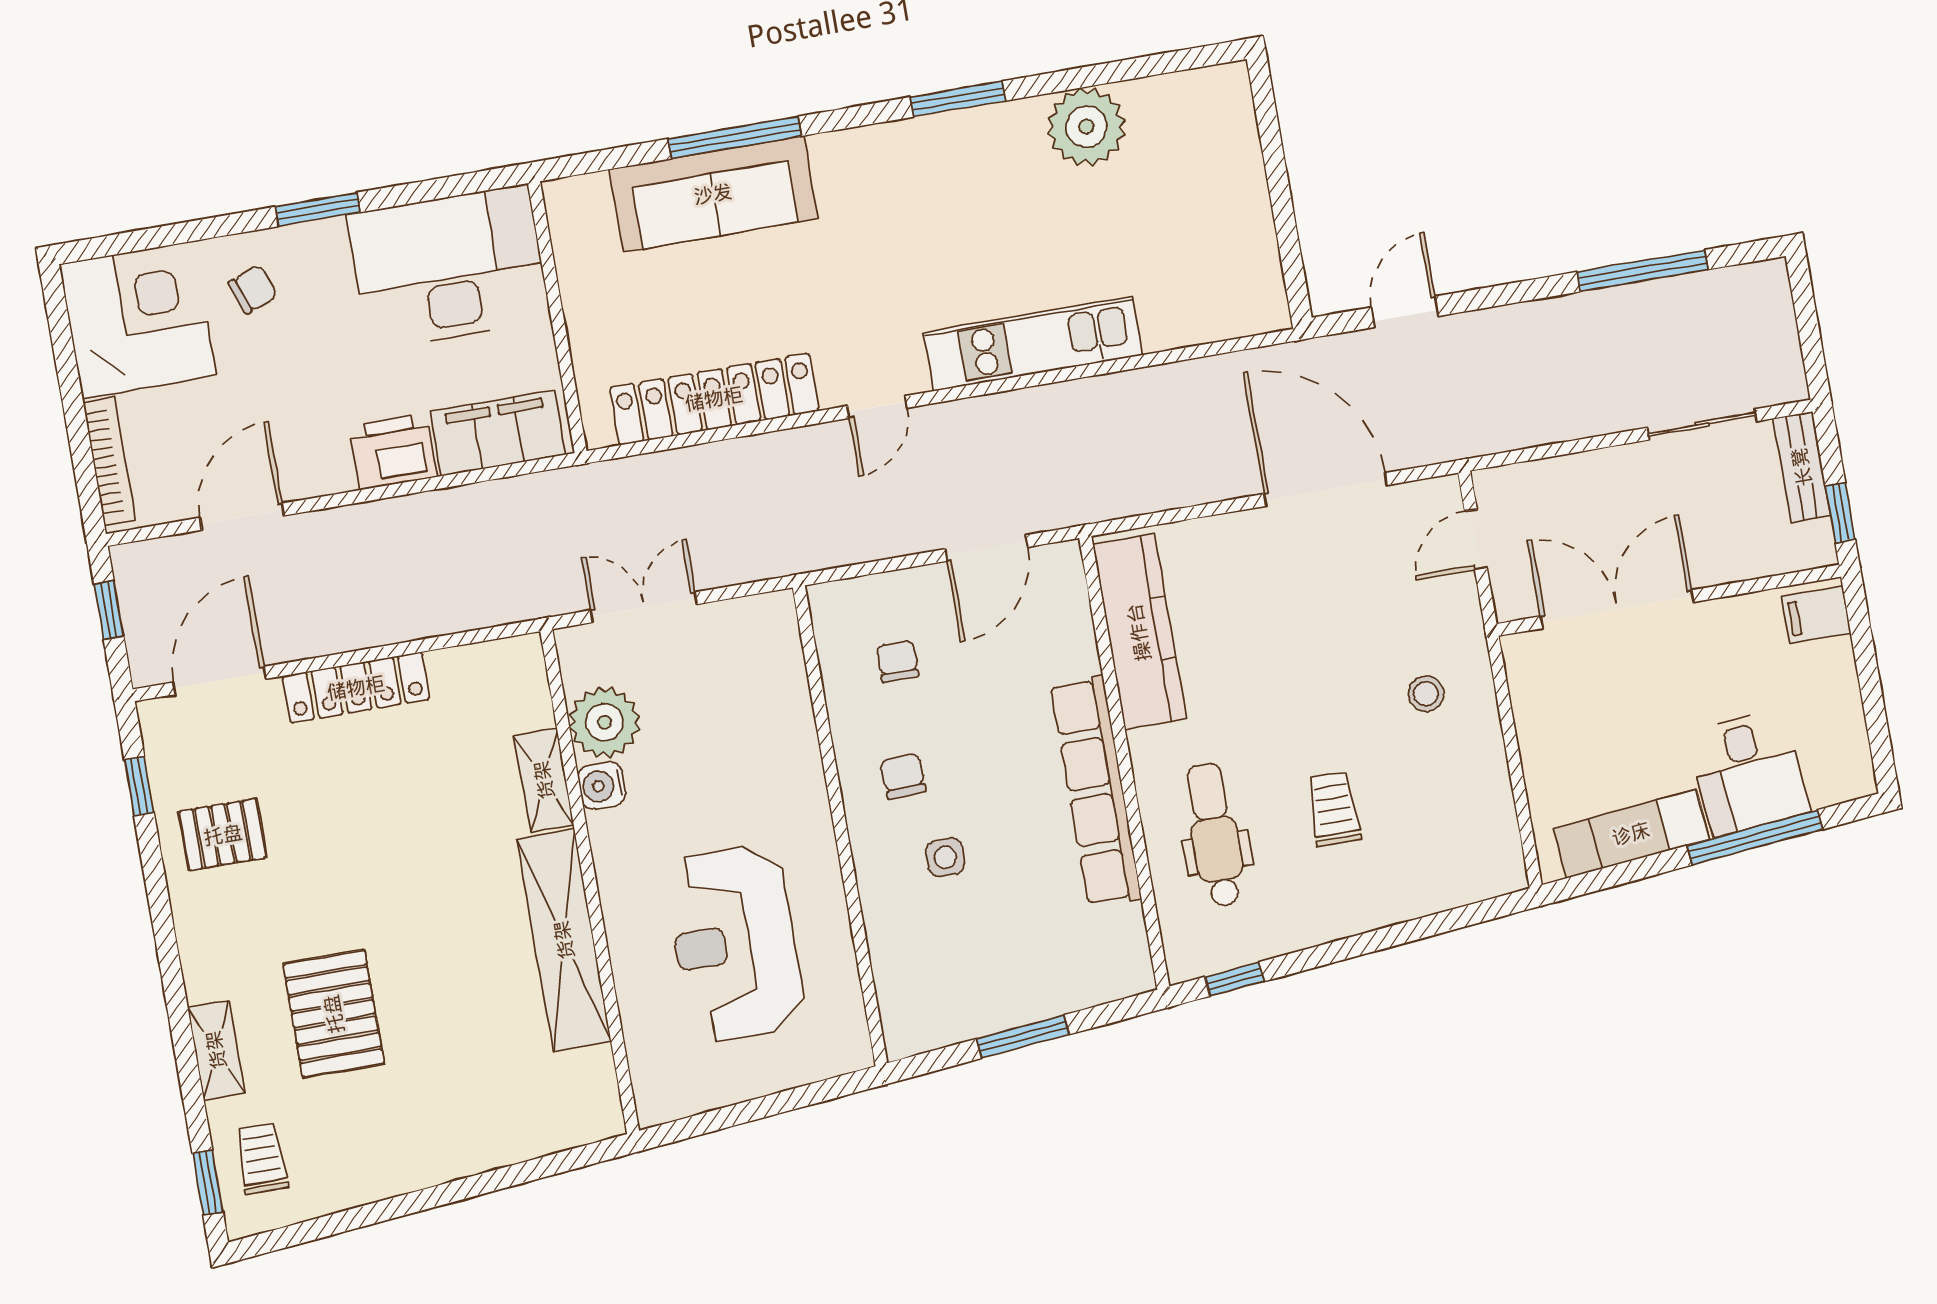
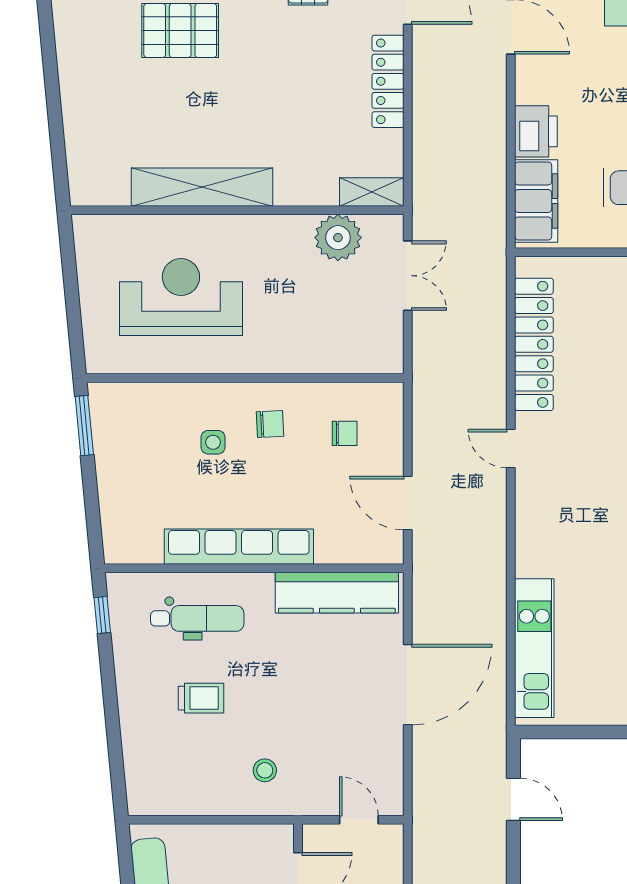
kitchen unit: (1033, 344) -> (534, 648), moved
door: (1326, 489) -> (408, 685), moved
shelving: (544, 780) -> (372, 192), moved
water cooler: (602, 786) -> (297, 229), removed
window: (1023, 1037) -> (84, 426), moved

